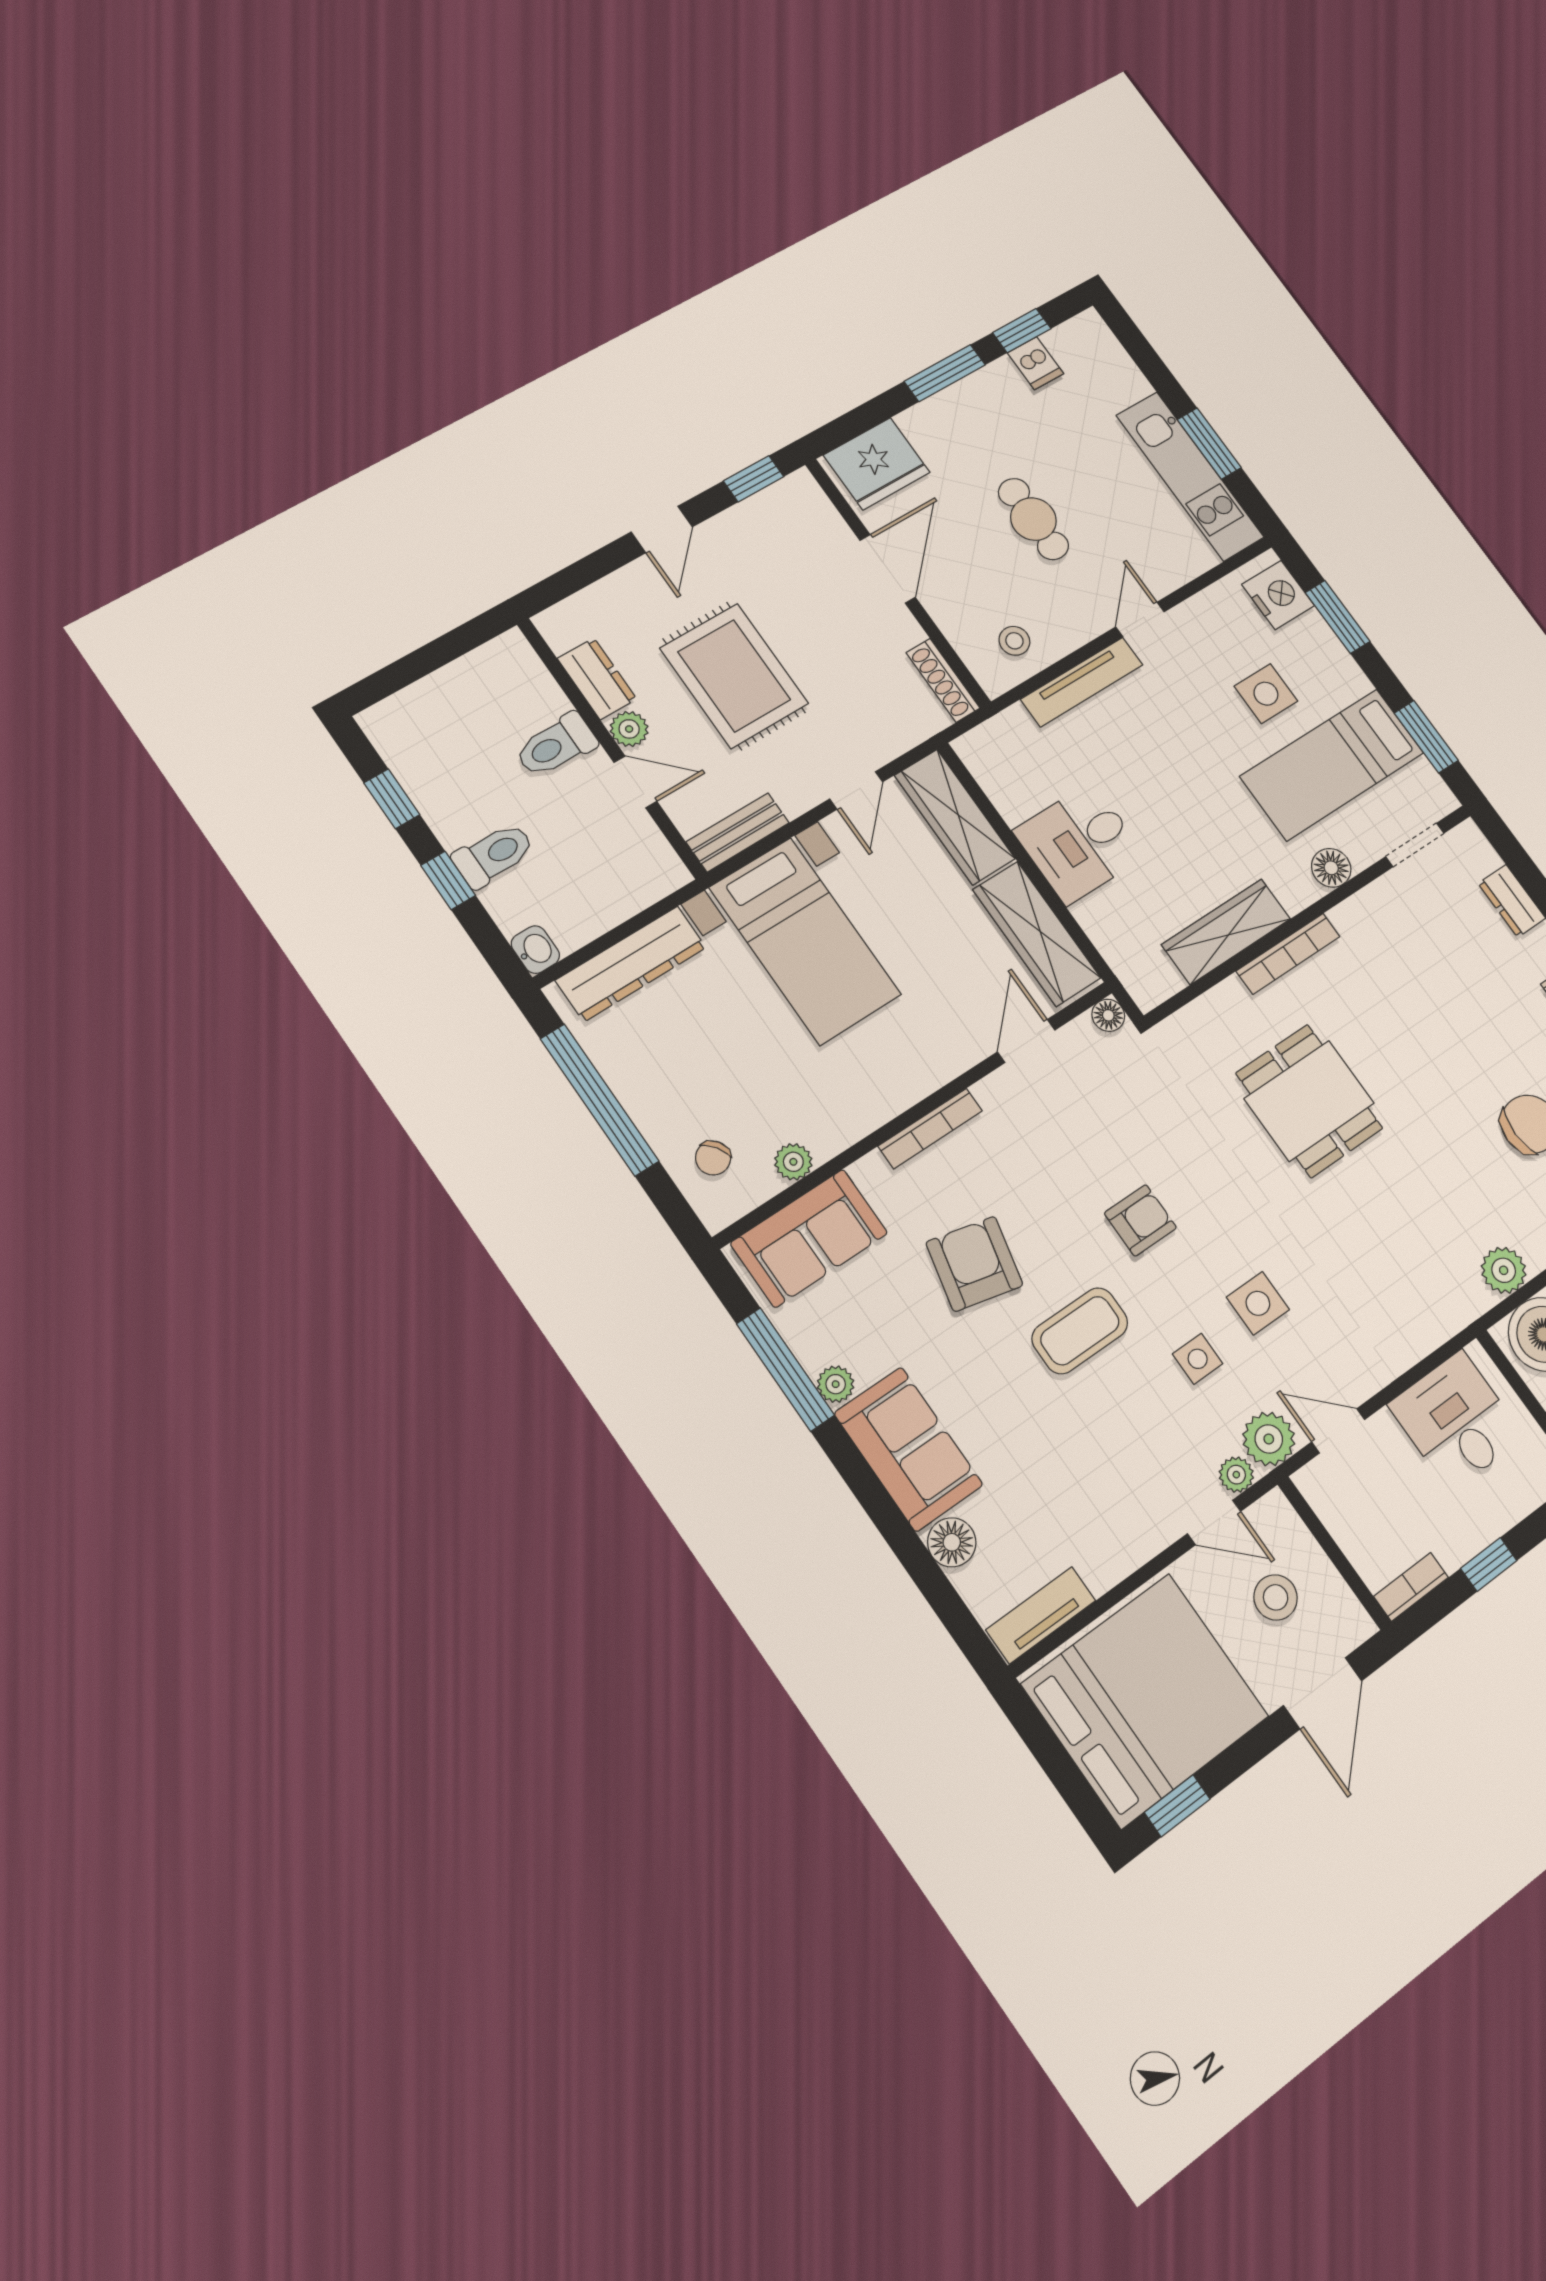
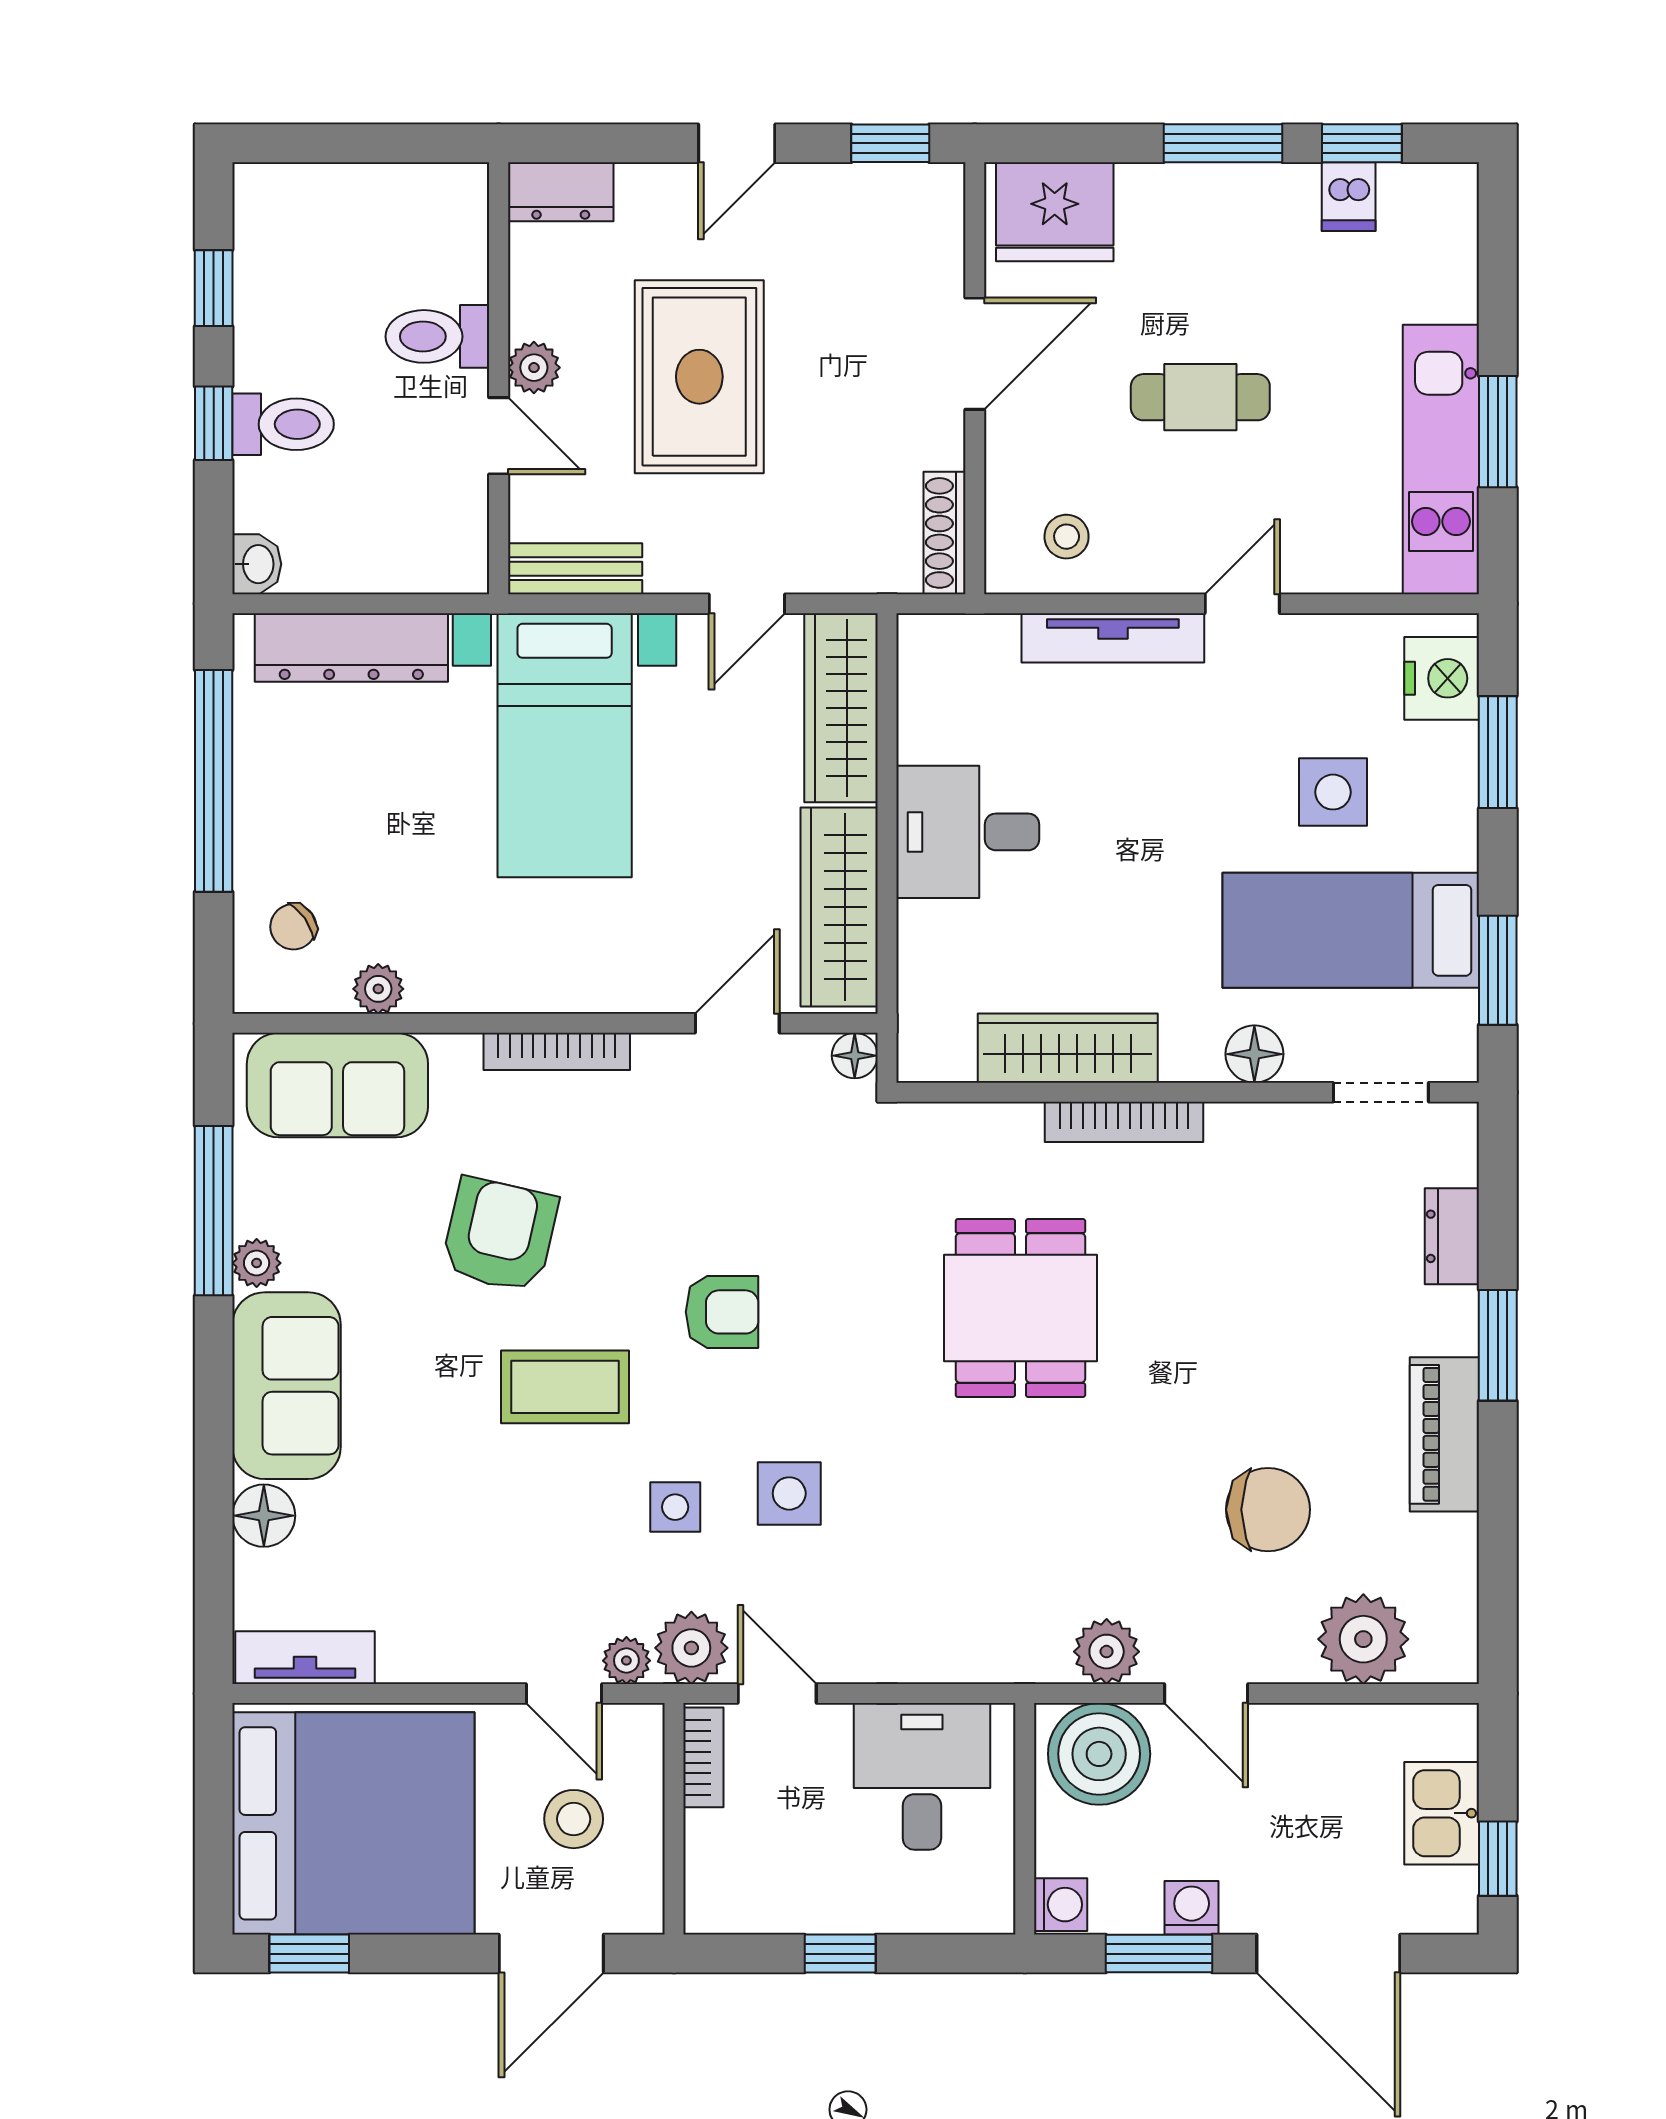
cafe table: (1033, 519) -> (1200, 397), turned 90
dresser: (597, 679) -> (561, 192), moved, turned 90
bookcase: (1411, 1587) -> (703, 1757), moved, turned 90

